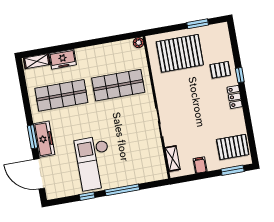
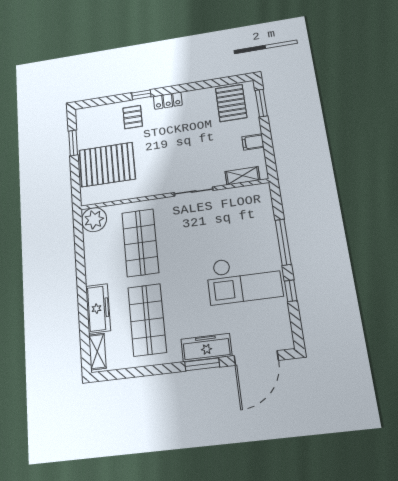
plant: (139, 43) -> (94, 220), width x1.87, depth x1.87
pallet: (180, 53) -> (107, 165), turned 90
freezer: (63, 59) -> (98, 308), width x1.40

